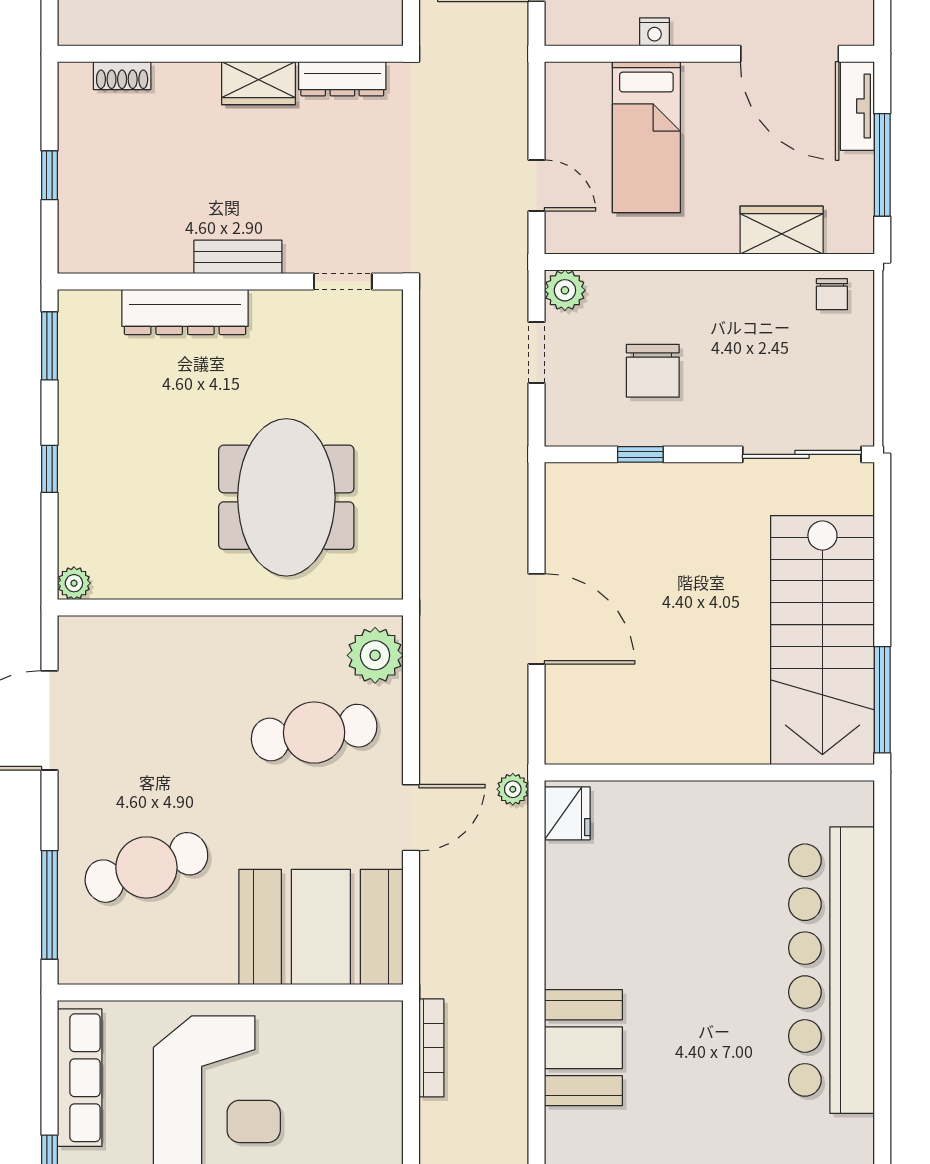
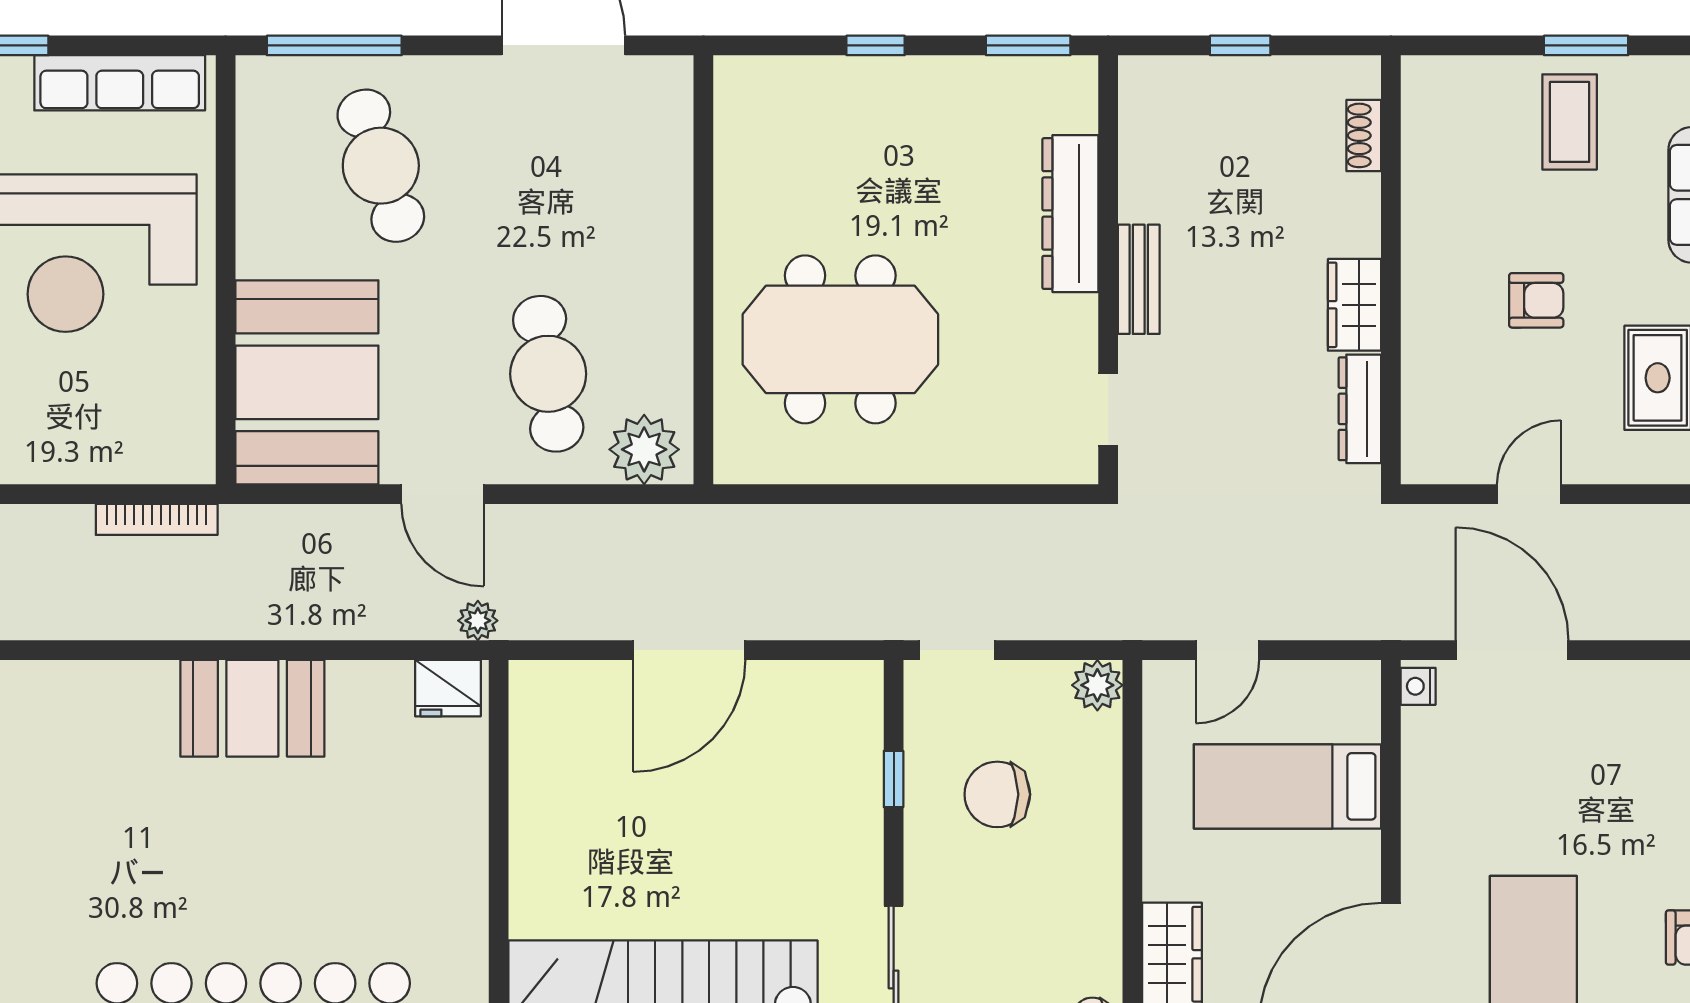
nightstand: (655, 32) -> (1418, 686), moved
doorway: (537, 352) -> (957, 650), moved
plant: (74, 583) -> (734, 76), removed
booth: (583, 1048) -> (252, 708), moved

